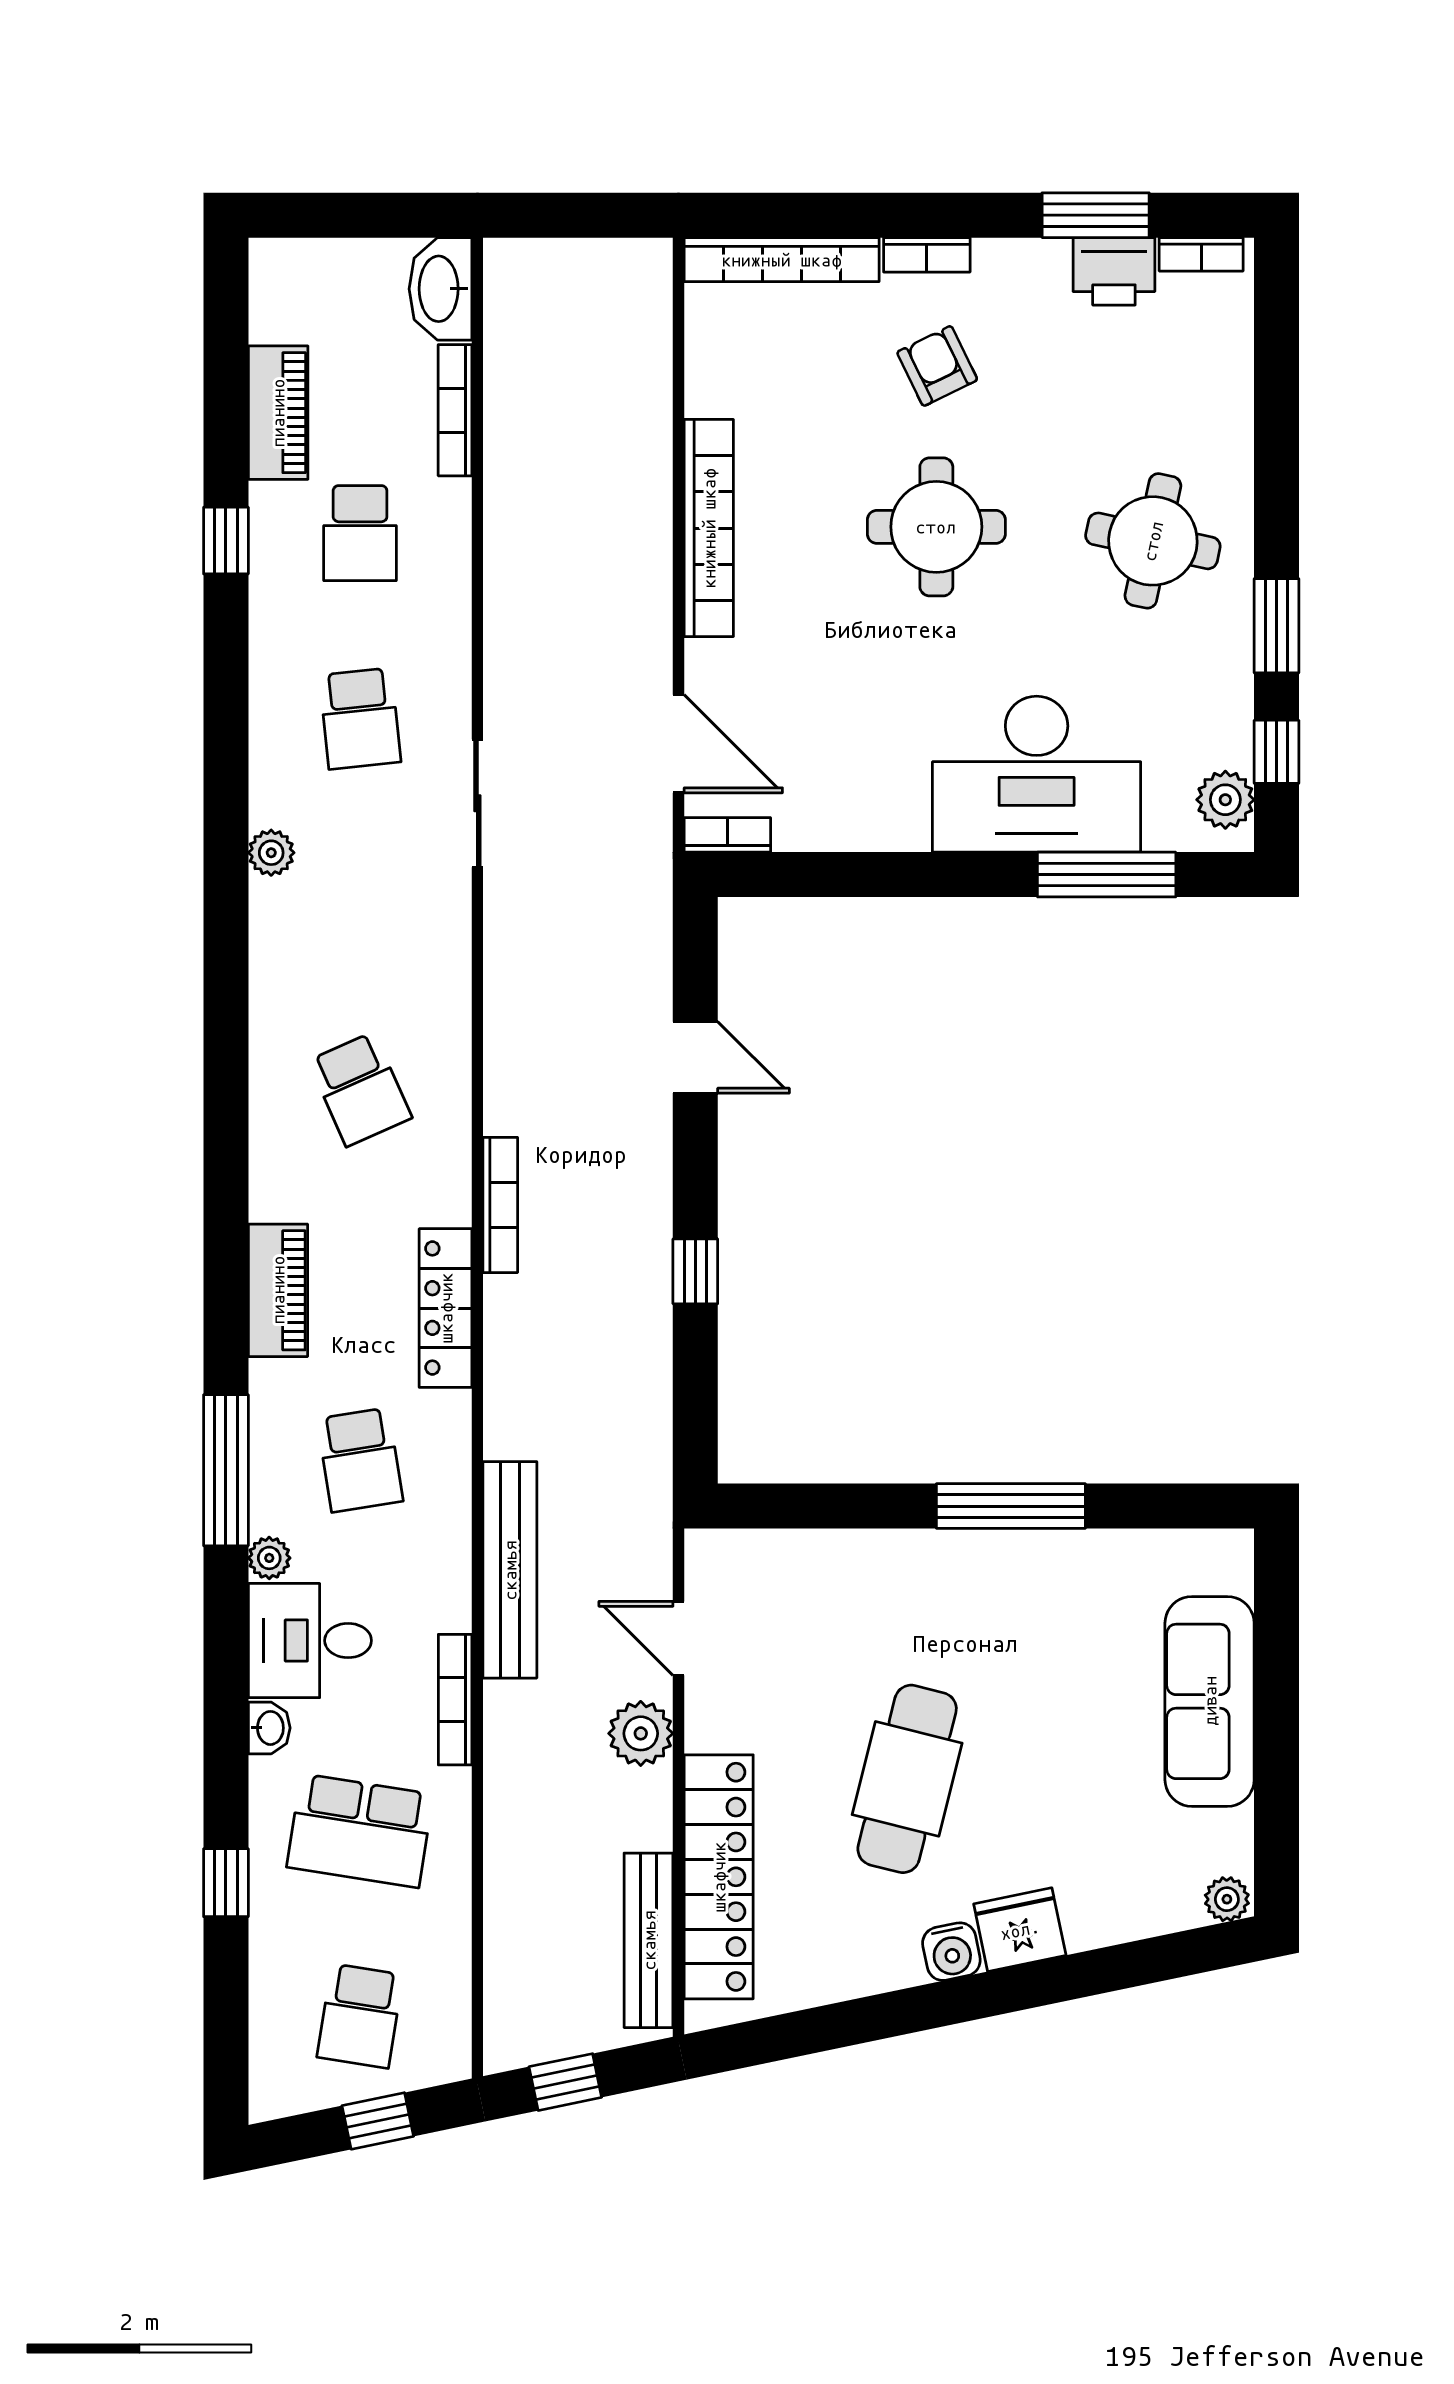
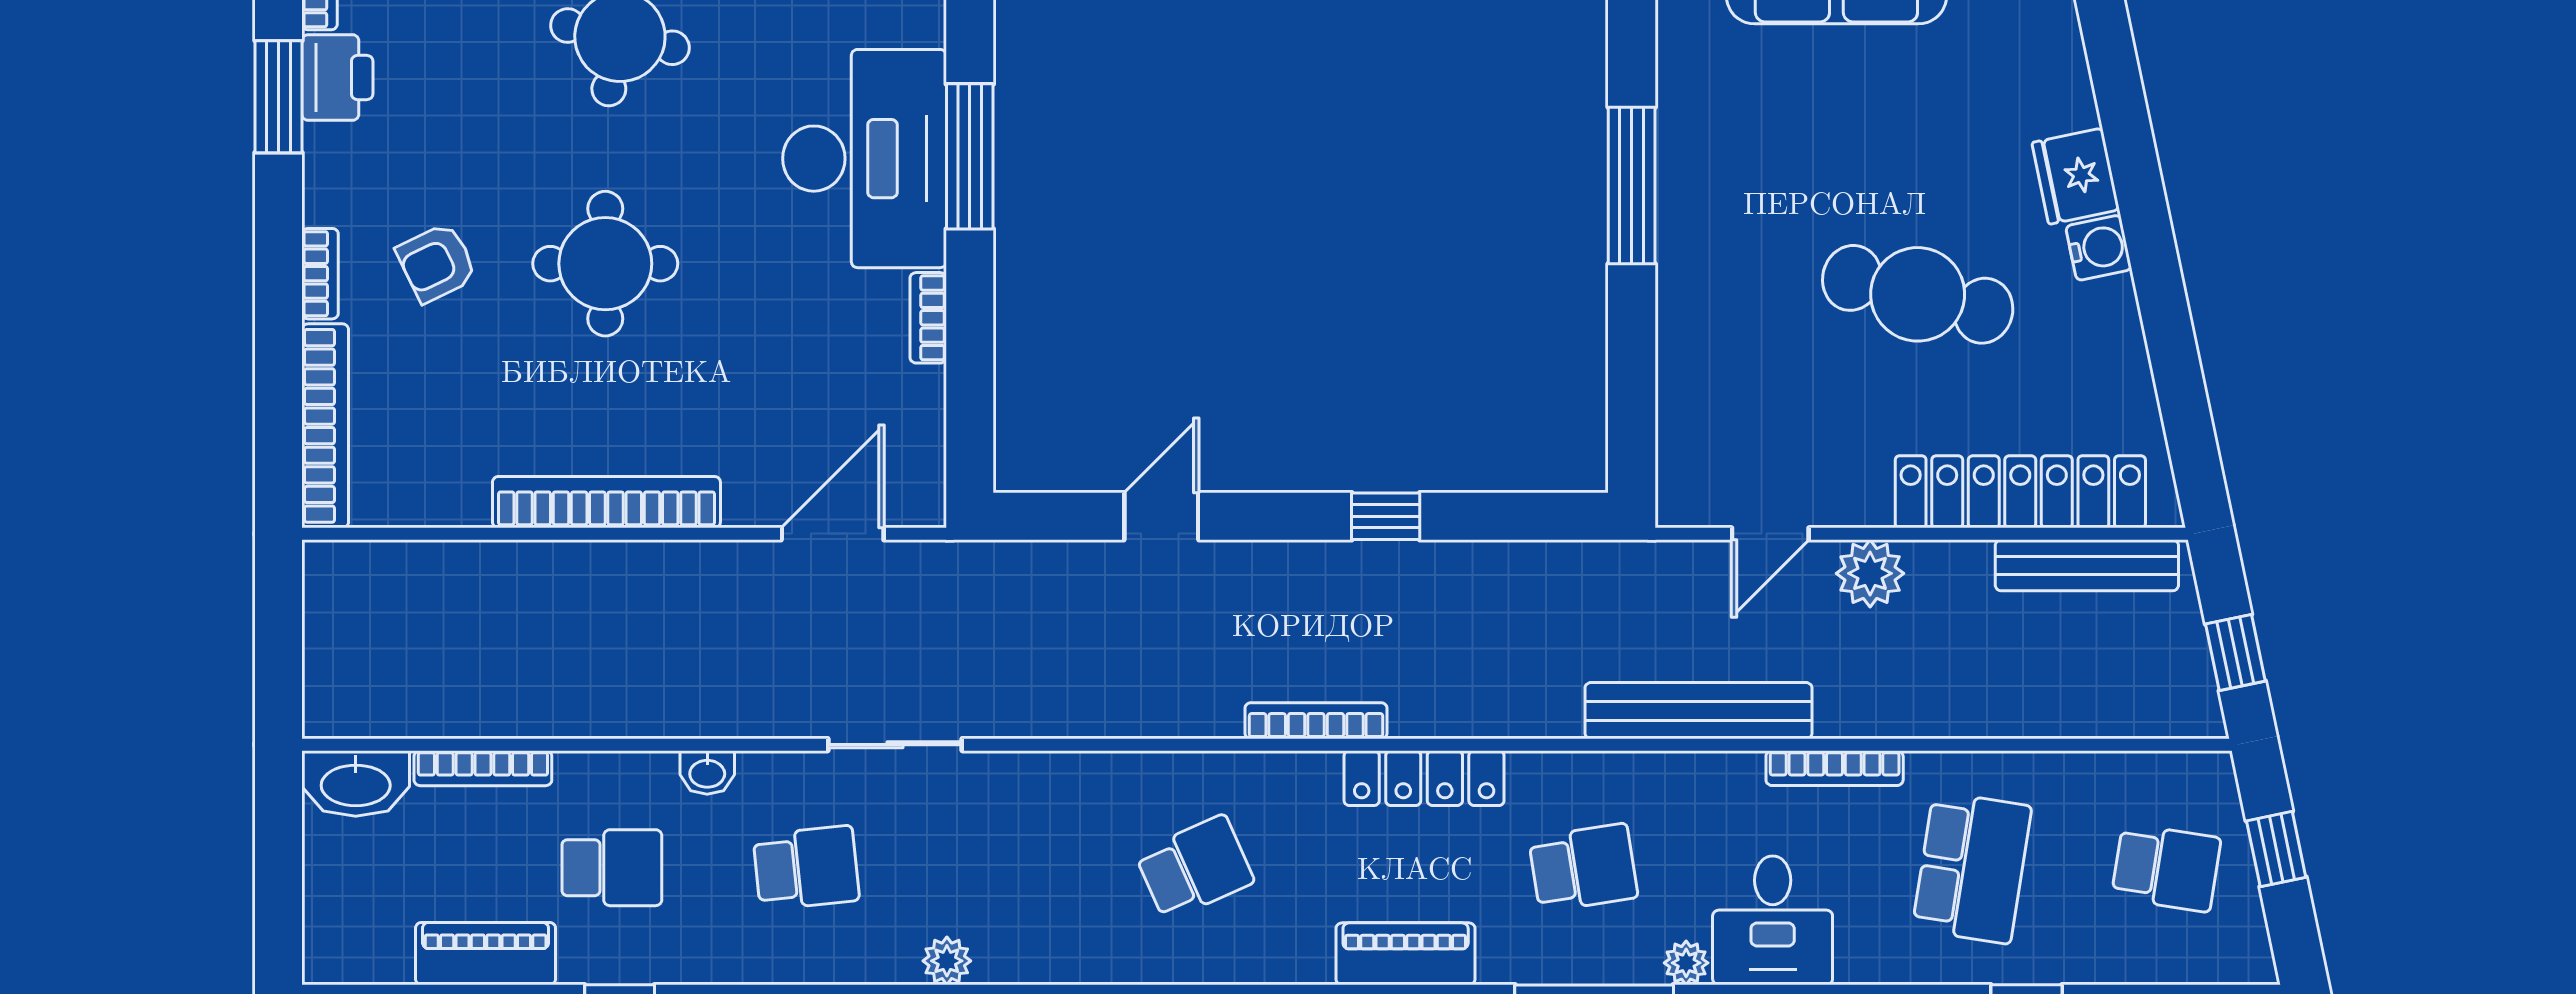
bookcase: (727, 835) -> (928, 318), moved
window: (1107, 875) -> (970, 156), moved
washbasin: (269, 1728) -> (707, 772), moved, turned 180

